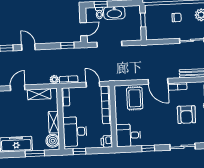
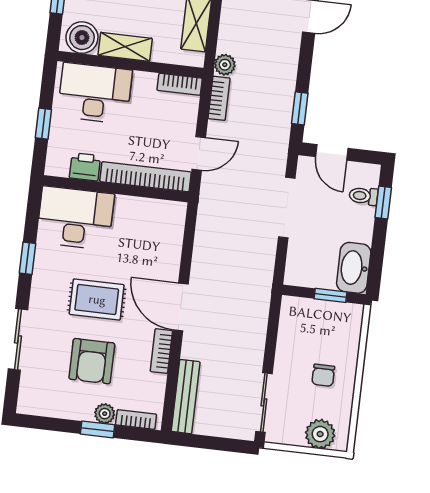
washbasin: (114, 13) -> (354, 268), moved
door: (158, 81) -> (181, 307), hinge flipped
rug: (135, 98) -> (97, 300), moved
armchair: (186, 115) -> (92, 361), turned -90
desk: (128, 135) -> (75, 218), width x1.37
printer: (107, 141) -> (85, 167), moved
window: (80, 151) -> (43, 124), moved

